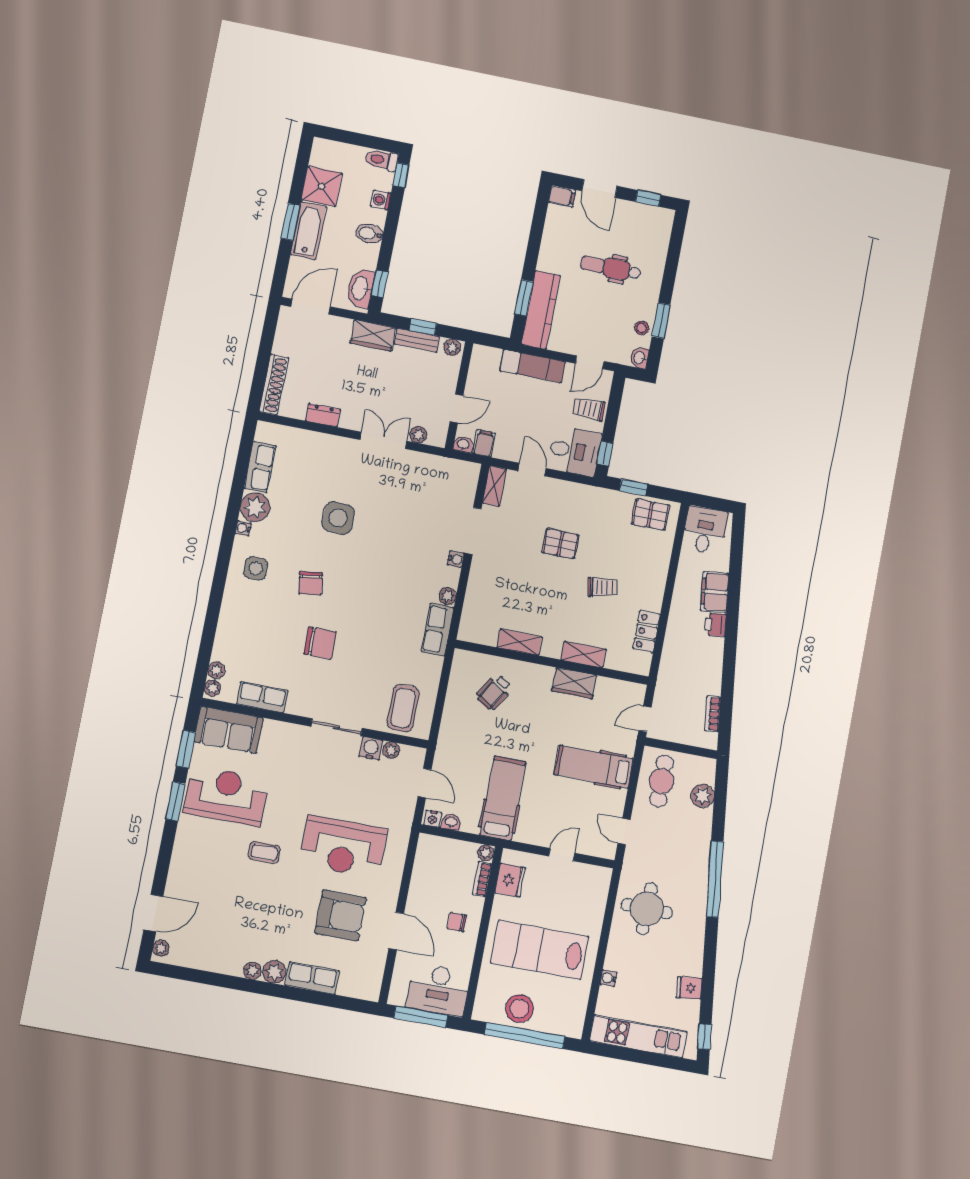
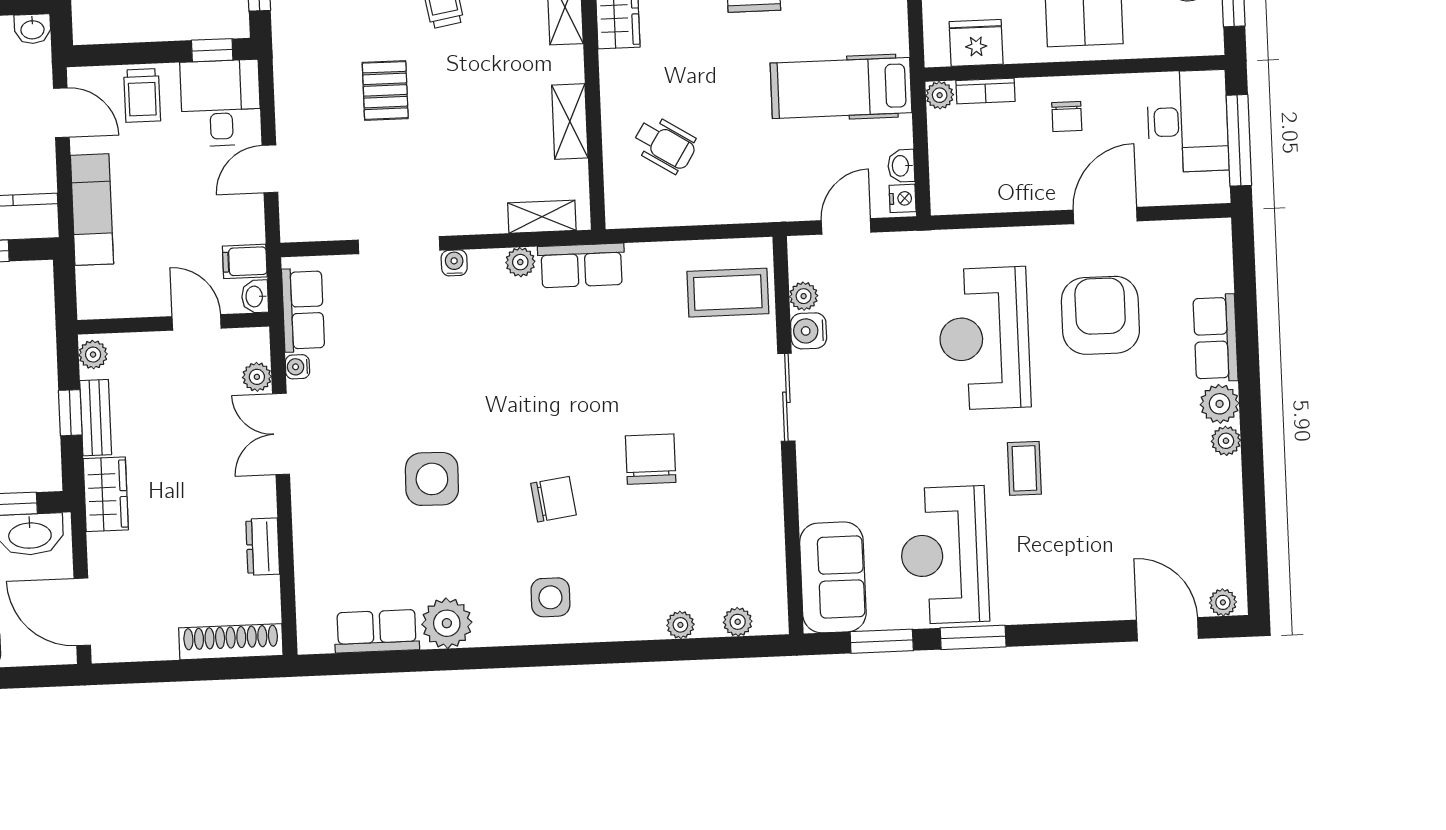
shelving: (495, 486) -> (542, 217), moved
water cooler: (243, 528) -> (297, 367), moved, turned 90
plant: (213, 688) -> (680, 625), moved
row of seats: (262, 697) -> (303, 310), moved, turned 180
reception desk: (343, 847) -> (984, 338), turned 180

